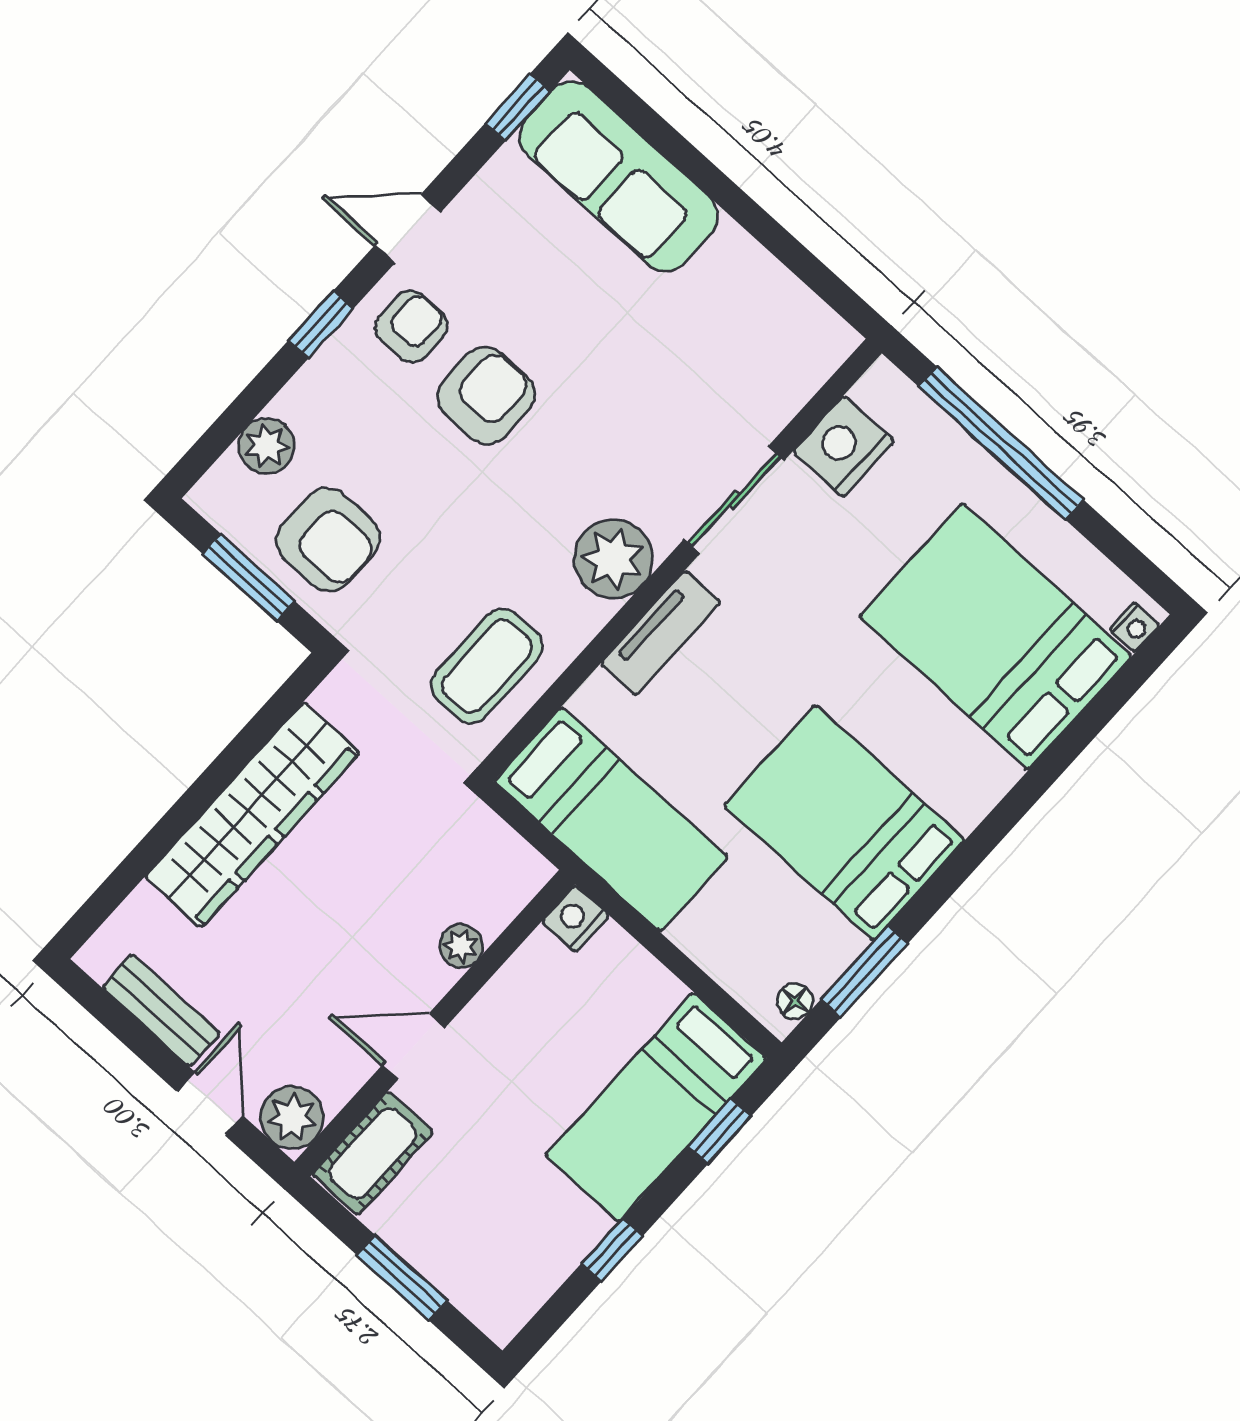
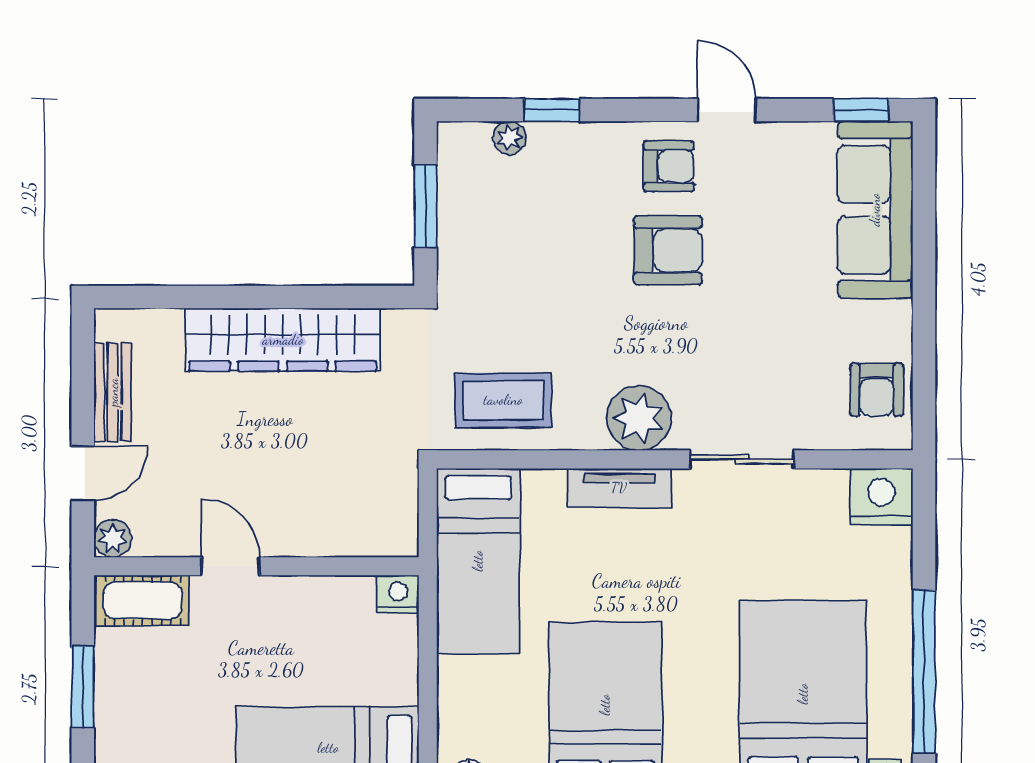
window: (321, 324) -> (552, 110), moved
window: (1001, 443) -> (924, 671), moved
plant: (267, 446) -> (509, 138), width x0.73, depth x0.73
nightstand: (843, 447) -> (881, 497), moved
armchair: (328, 540) -> (877, 390), moved, width x0.72, depth x0.72
plant: (461, 946) -> (318, 540), removed
plant: (292, 1118) -> (113, 539), width x0.73, depth x0.73

